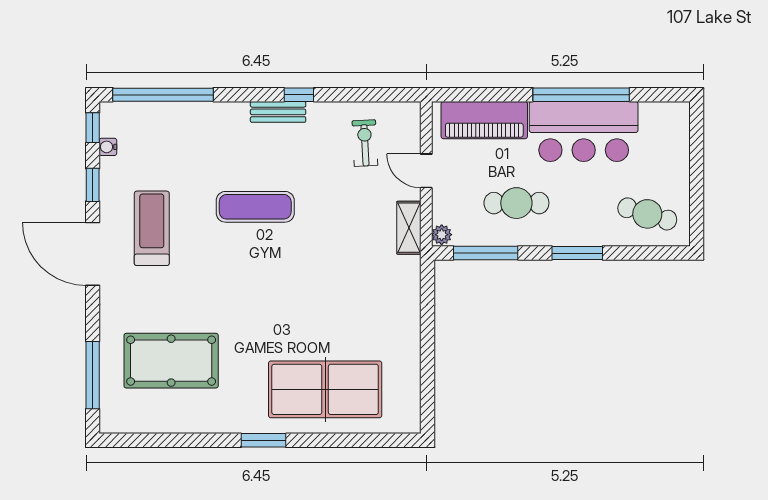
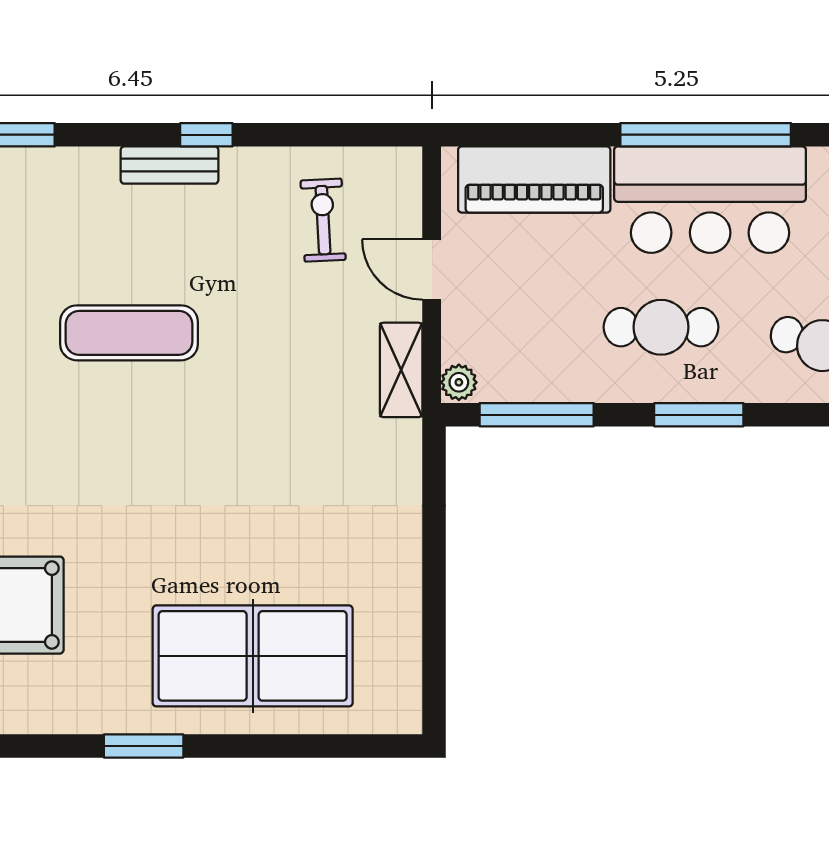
cafe table: (516, 203) -> (661, 327), moved

